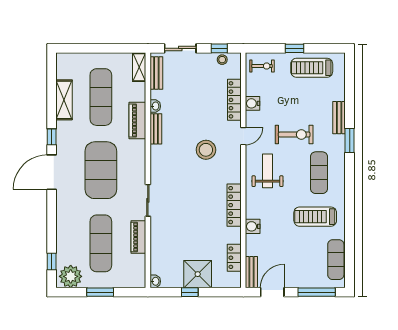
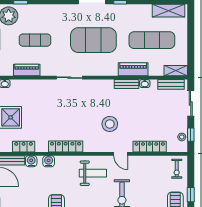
shelving: (64, 100) -> (169, 11), moved
water cooler: (253, 103) -> (31, 161), moved
piano: (138, 237) -> (27, 70), moved
exercise mat: (101, 243) -> (35, 40), width x0.73, depth x0.69

